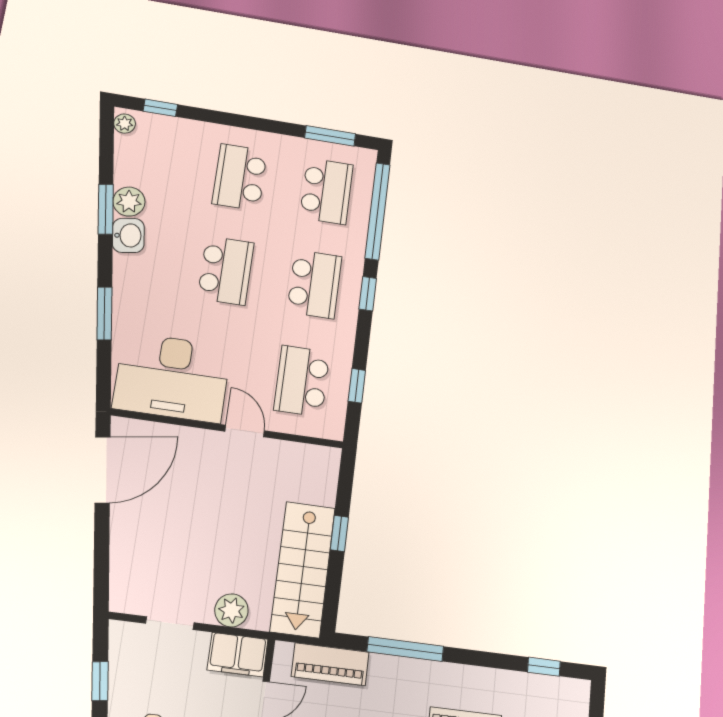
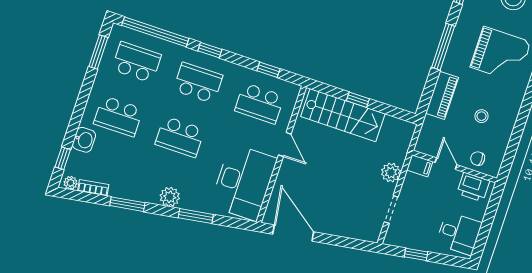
bookcase: (123, 157) -> (93, 188), added
plant: (129, 202) -> (170, 197), moved
washbasin: (128, 235) -> (84, 140), moved, turned 99
school desk: (226, 270) -> (180, 137), turned 180
door: (245, 431) -> (285, 144), swing flipped
stairs: (303, 569) -> (343, 115), moved
window: (405, 649) -> (443, 47), moved
filing cabinet: (238, 655) -> (420, 166), width x0.50
piano: (330, 664) -> (442, 95), moved

